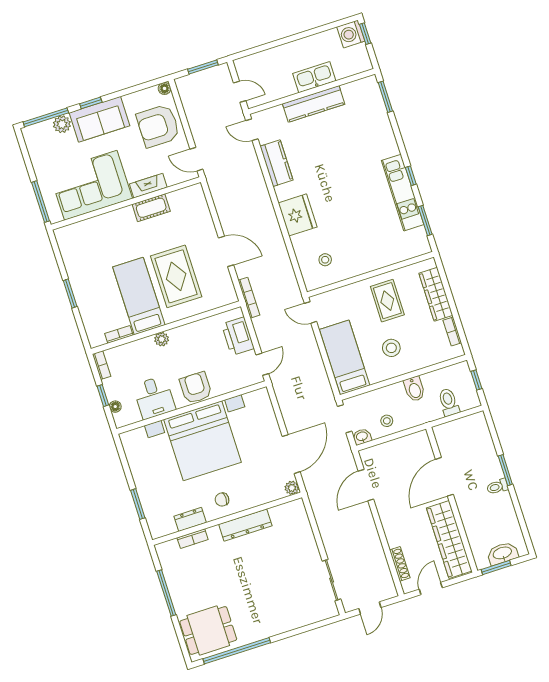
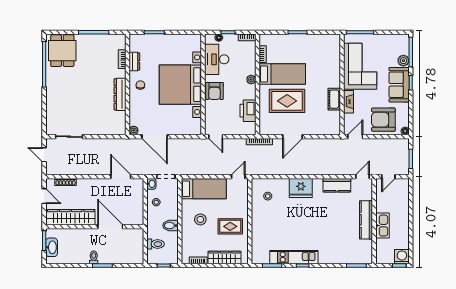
armchair: (158, 126) -> (383, 120), turned -90
printer: (238, 336) -> (248, 111), moved, turned -90
armchair: (196, 388) -> (214, 91), turned 90
desk: (154, 397) -> (217, 59), width x1.37

